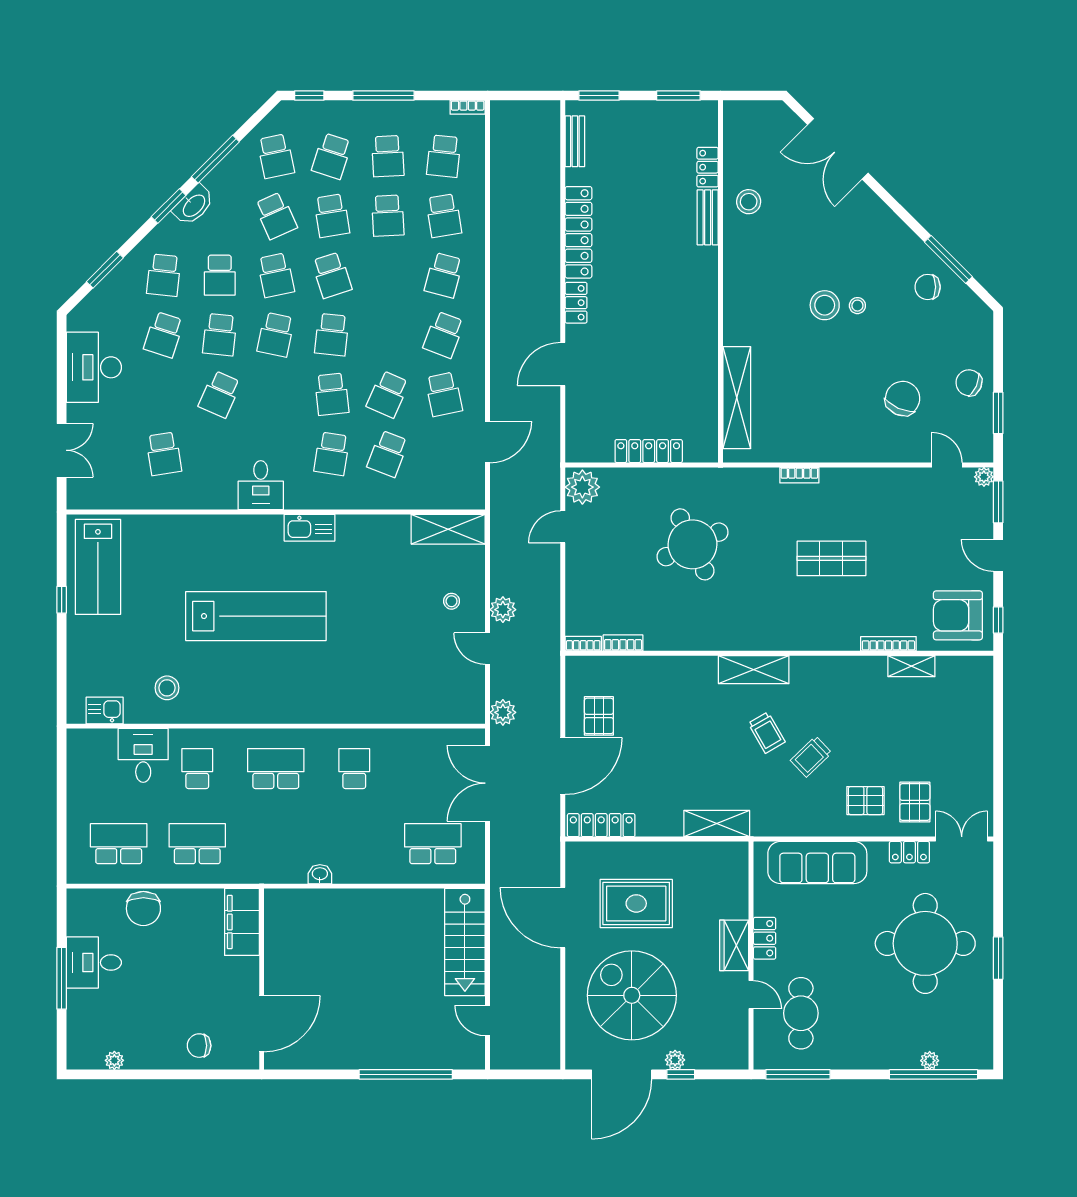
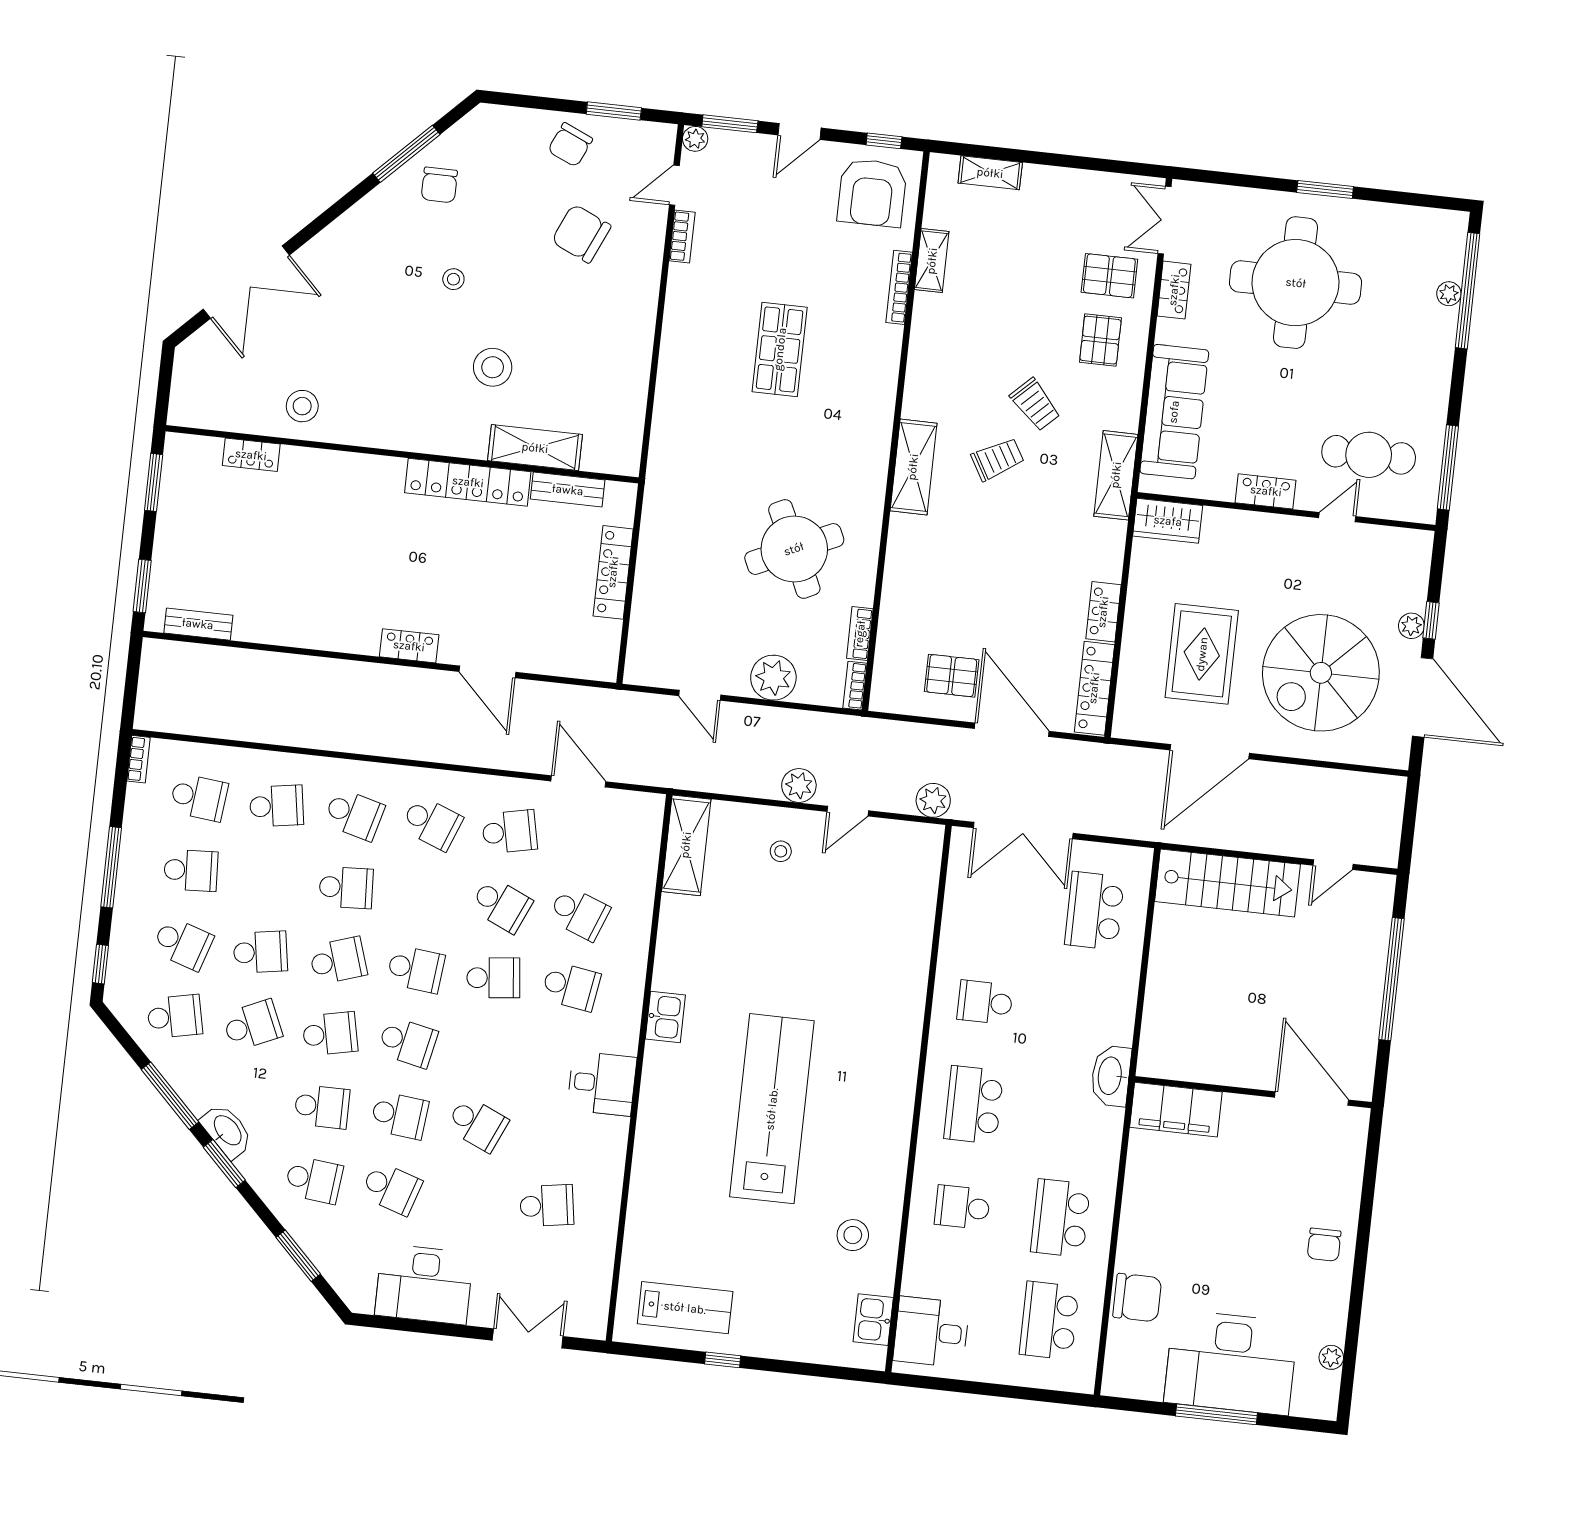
school desk: (388, 216) -> (346, 888), moved
bench: (708, 217) -> (568, 490), moved
locker: (578, 232) -> (468, 482), moved, turned 180
stool: (825, 305) -> (493, 367), moved
shelving: (737, 398) -> (535, 448), width x0.68
bookcase: (799, 475) -> (682, 236), moved
plant: (582, 487) -> (773, 678), moved
kitchen sink: (310, 528) -> (665, 1017), width x0.73
round table: (692, 544) -> (794, 549), moved
lab bench: (98, 567) -> (685, 1308), width x0.73, depth x0.72
shelving: (983, 703) -> (990, 173), added
desk: (143, 755) -> (931, 1332), moved
shelving: (717, 824) -> (1116, 475), moved
locker: (660, 826) -> (1103, 612), added
washbasin: (320, 874) -> (1111, 1076), width x1.91, depth x1.45
filing cabinet: (242, 922) -> (1176, 1110), moved
wardrobe: (734, 945) -> (1168, 521), moved
desk: (94, 963) -> (1231, 1362), width x1.87, depth x1.30
wall: (262, 979) -> (1253, 1092), moved
door: (262, 1024) -> (1312, 1099), moved

